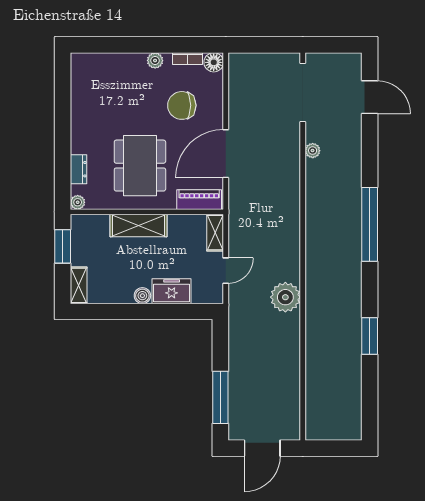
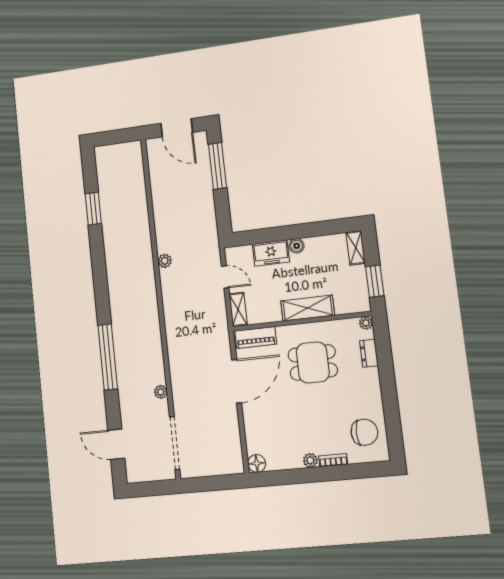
bookcase: (188, 59) -> (333, 460), moved
chair: (182, 105) -> (364, 432), moved
dining table: (140, 166) -> (313, 362), width x0.73
window: (370, 224) -> (108, 357), moved
door: (226, 271) -> (225, 277), swing flipped
plant: (285, 297) -> (165, 261), width x0.53, depth x0.53
window: (370, 336) -> (93, 209), moved
door: (262, 448) -> (177, 128), swing flipped

